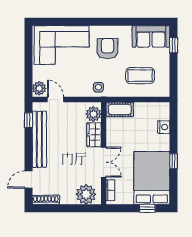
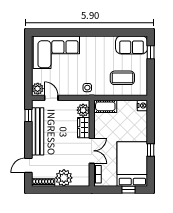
armchair: (107, 49) -> (95, 55), removed
nightstand: (164, 127) -> (142, 106), moved
plant: (86, 194) -> (64, 178), moved

